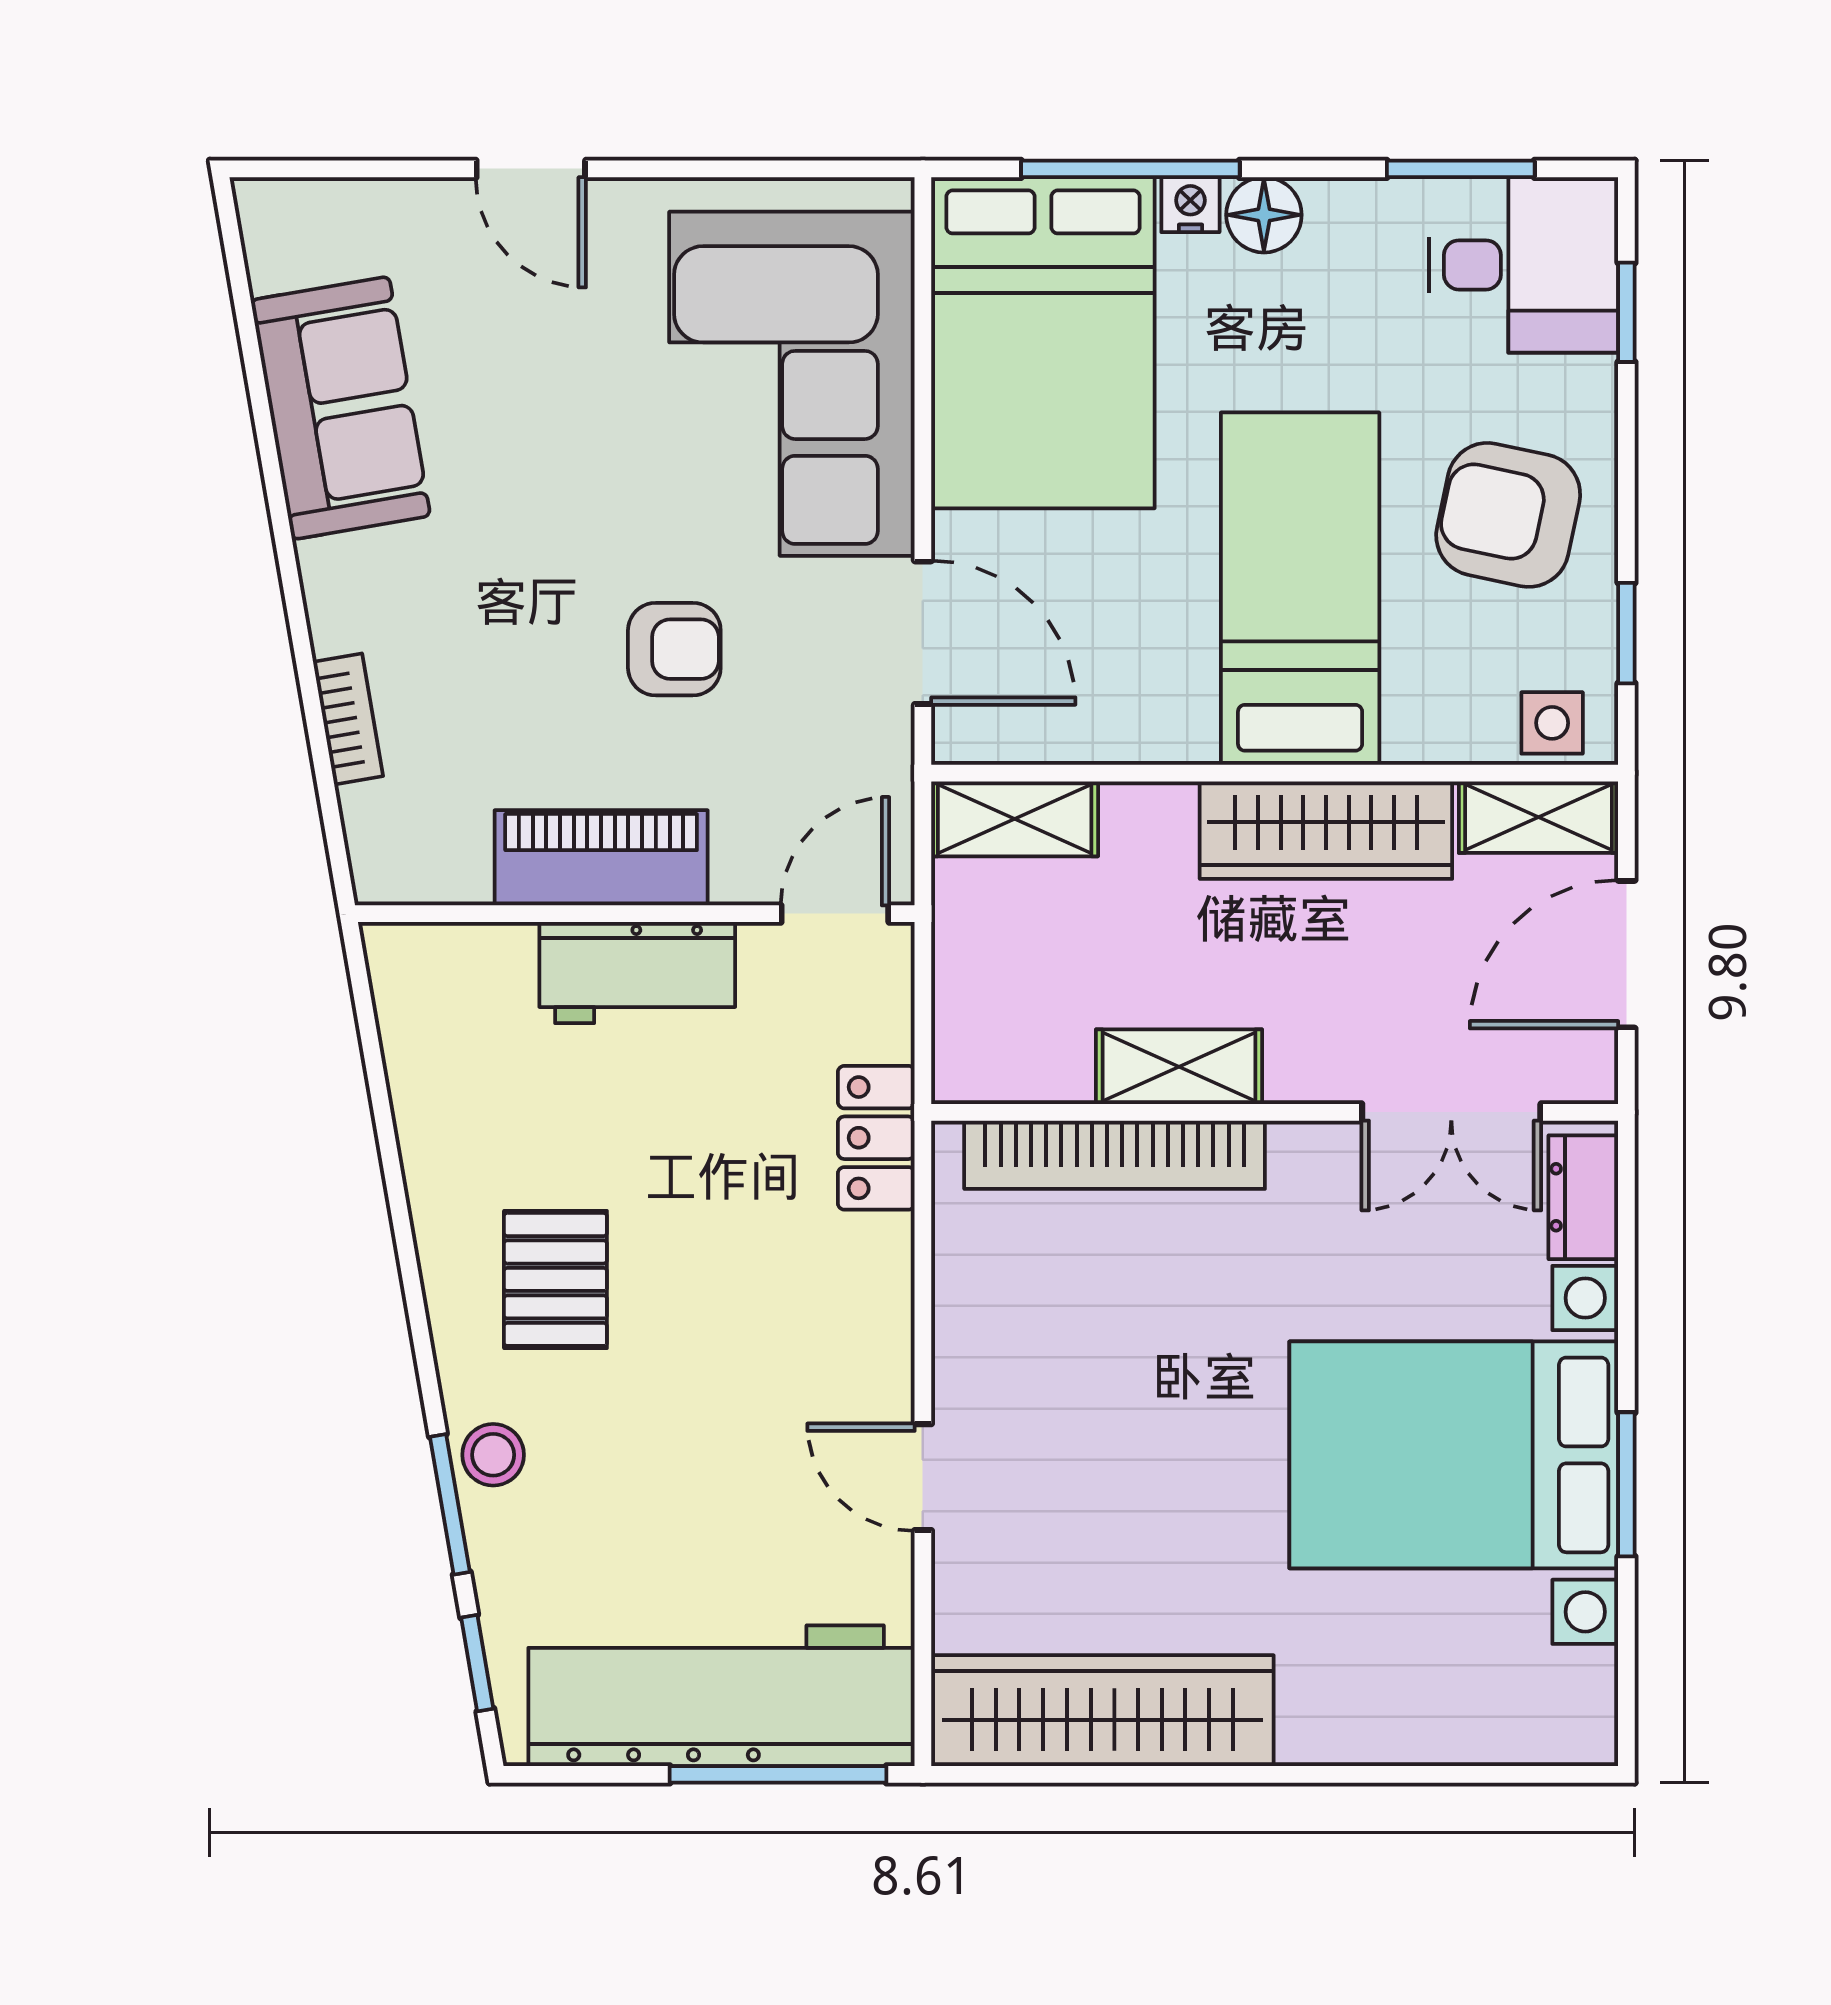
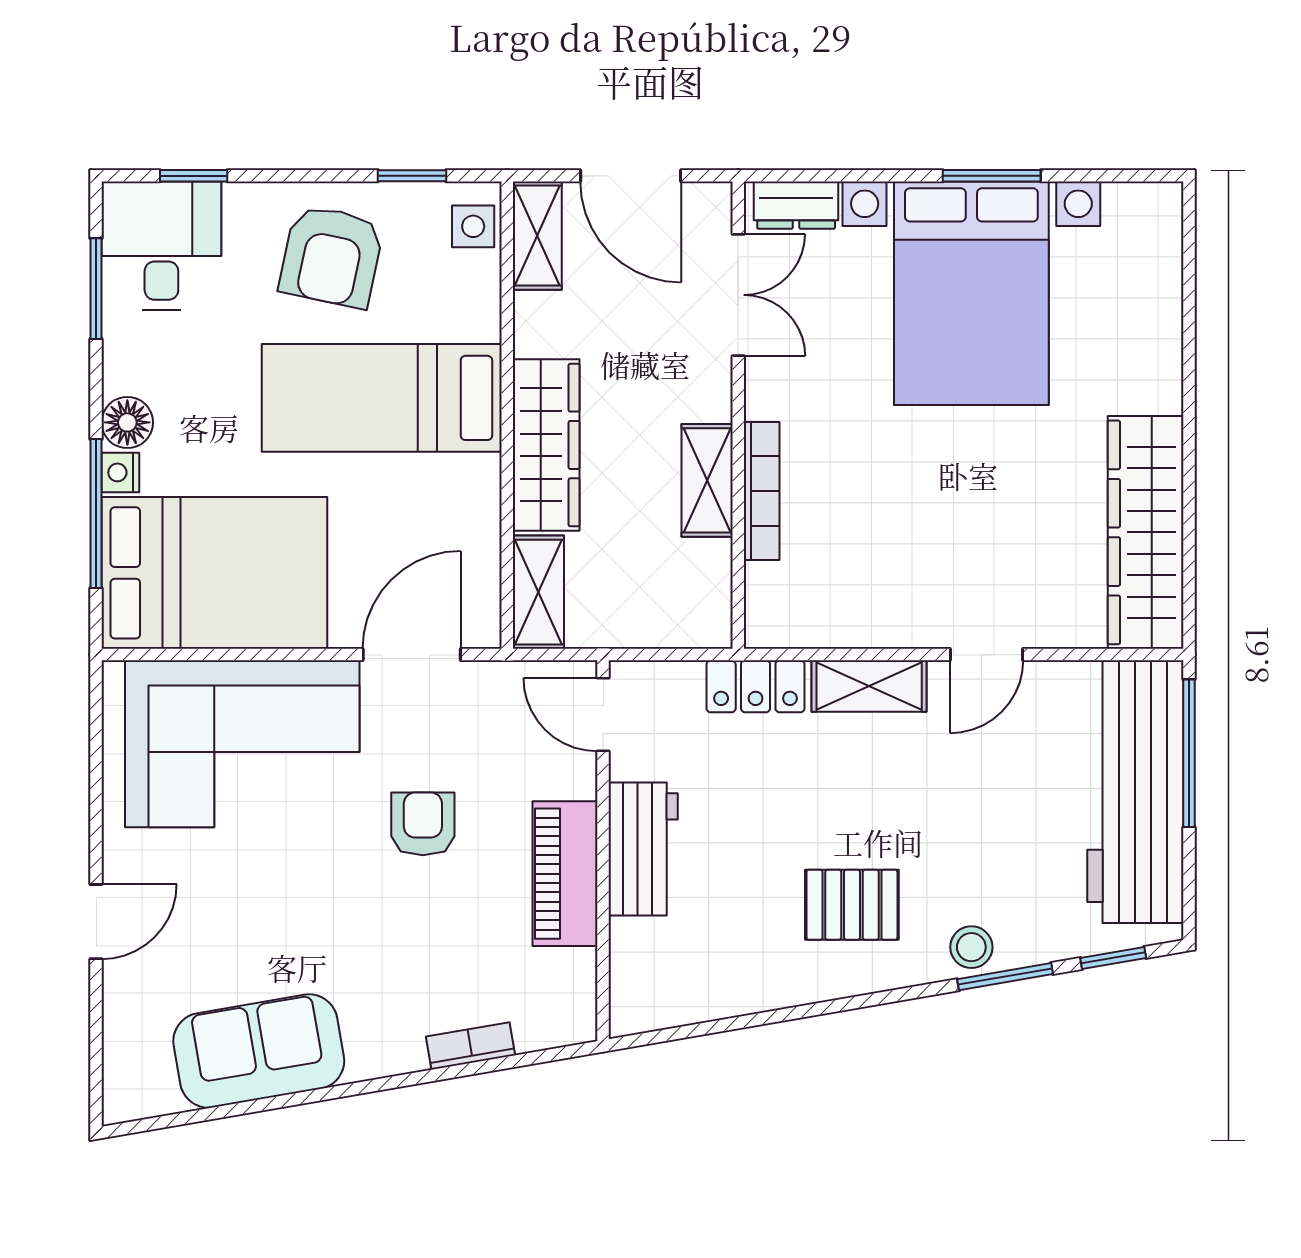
wardrobe: (1326, 830) -> (546, 445), moved
bookcase: (1115, 1155) -> (762, 491), width x0.68, depth x0.76
shelving: (877, 1305) -> (869, 686), added

